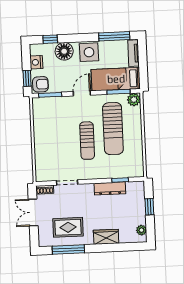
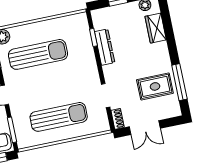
sun lounger: (87, 141) -> (59, 117), moved, width x1.36, depth x1.34
rug: (68, 227) -> (155, 86), turned 90
wardrobe: (106, 237) -> (156, 28), moved

